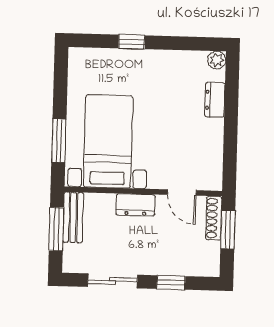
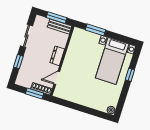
dresser: (215, 100) -> (94, 104), removed
bed with nightstands: (108, 141) -> (112, 61), moved, turned 90

